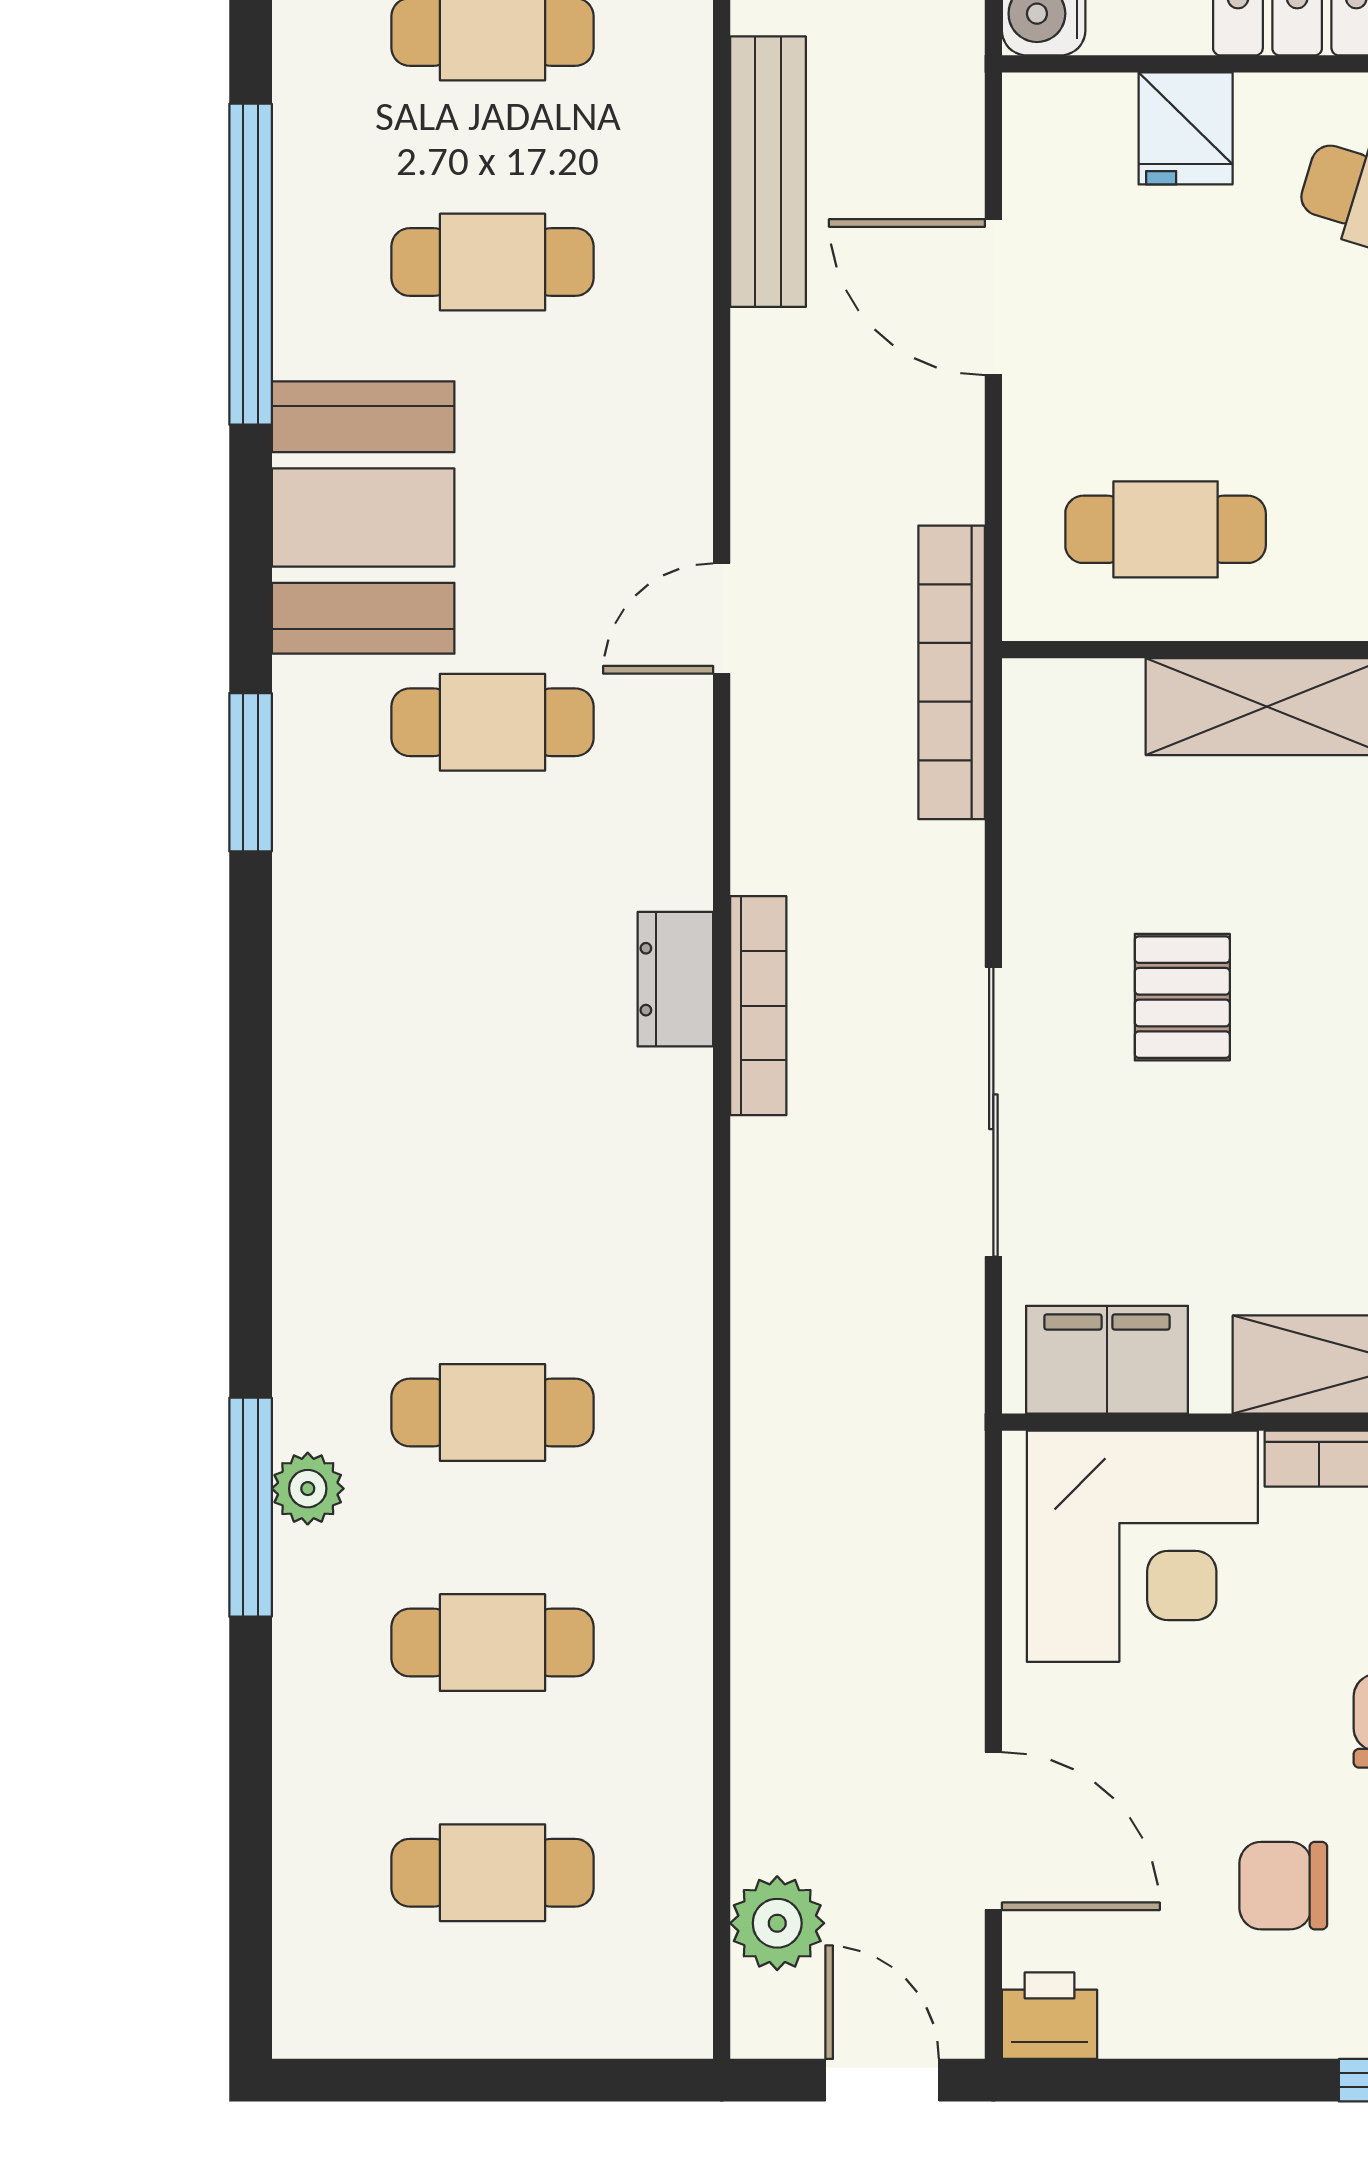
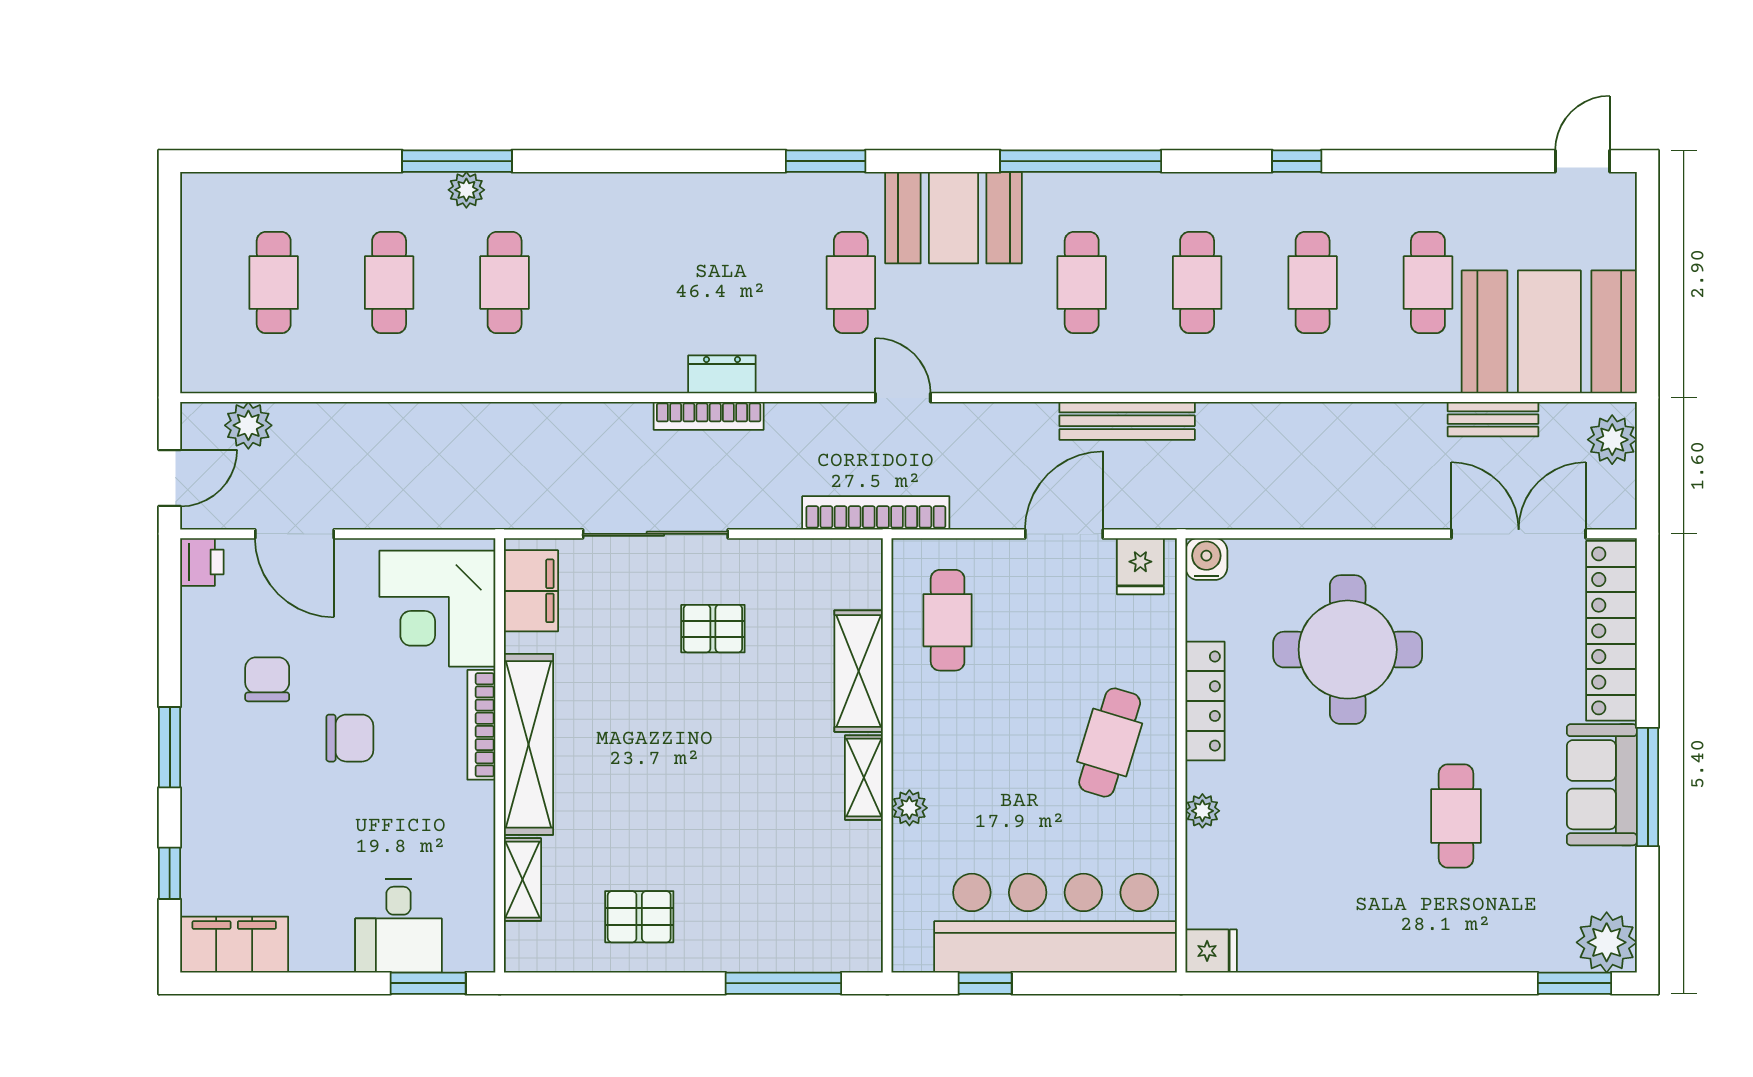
fridge: (1186, 128) -> (1140, 566), moved, turned -90
door: (993, 1831) -> (294, 534), hinge flipped

